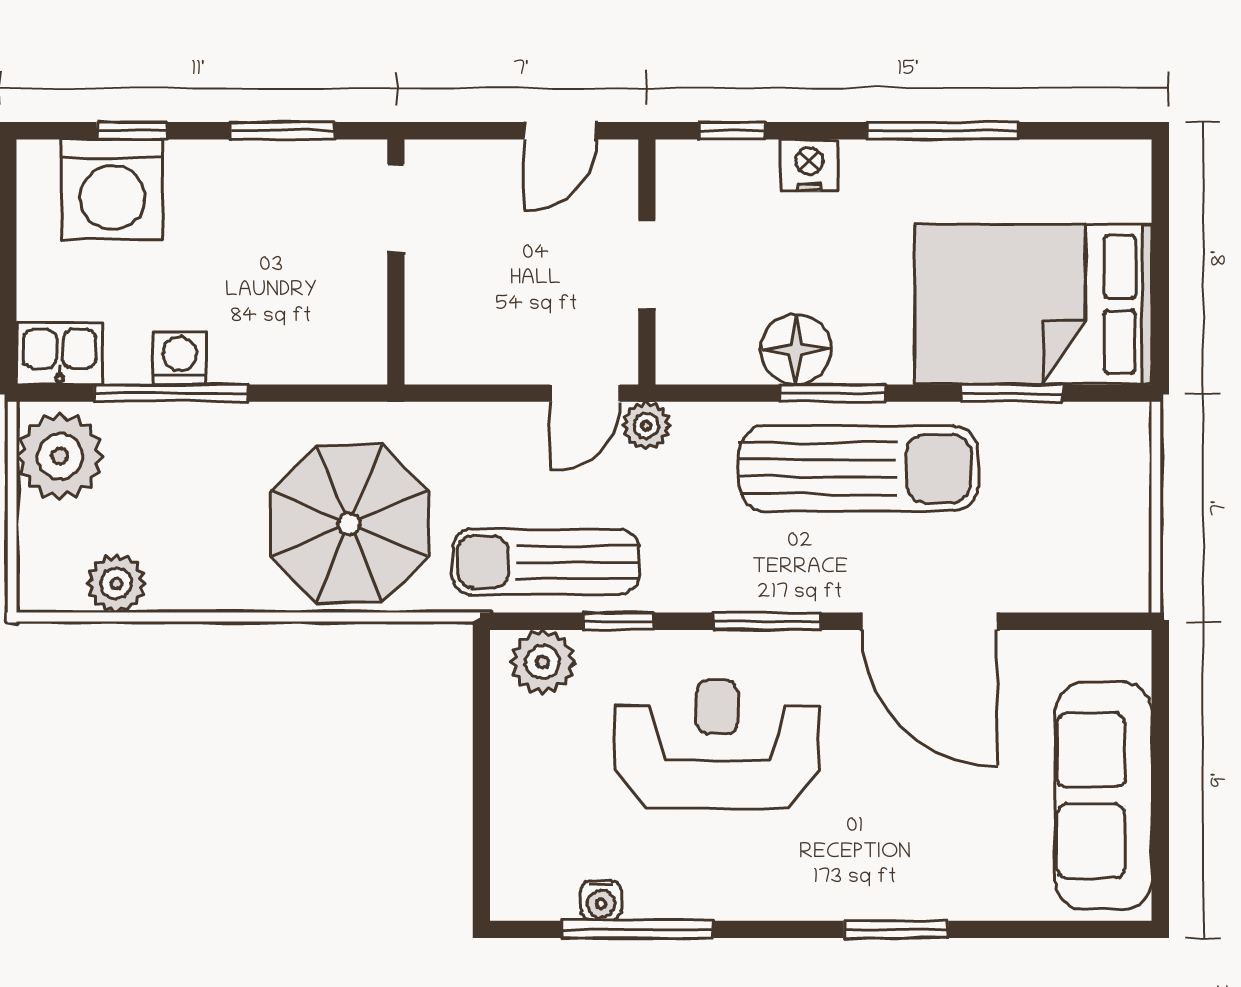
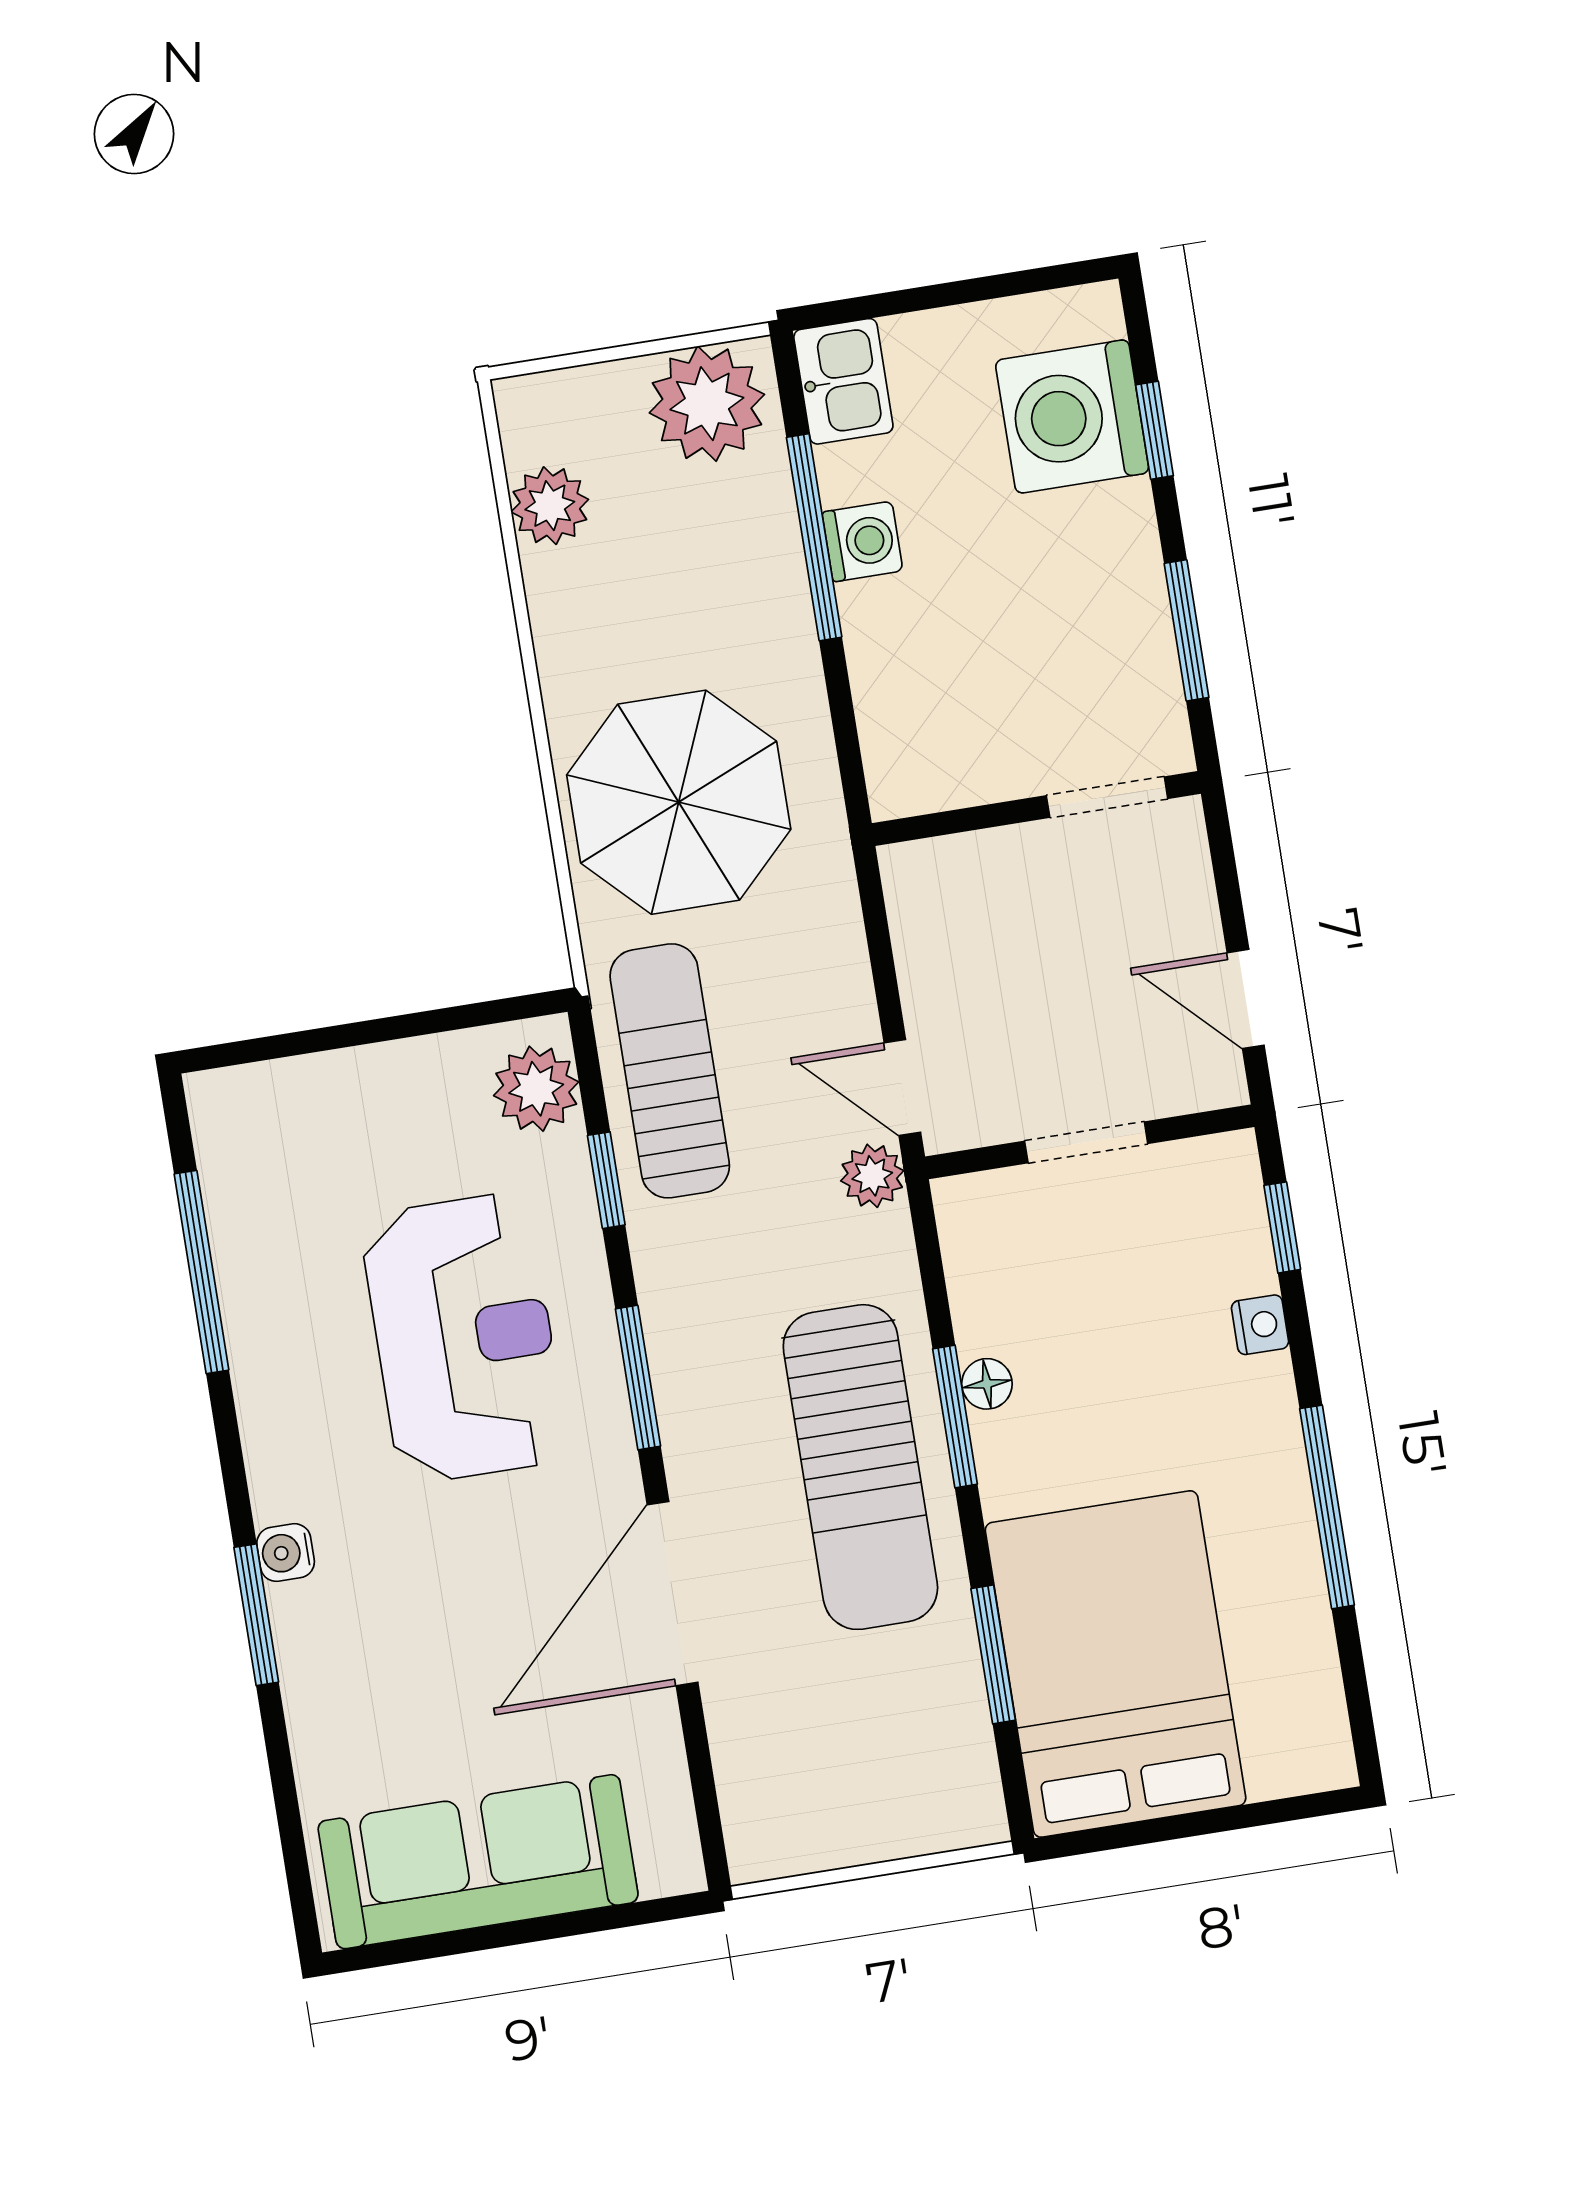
nightstand: (809, 165) -> (1260, 1325), width x0.72, depth x0.74
floor lamp: (796, 349) -> (987, 1384), width x0.53, depth x0.53
water cooler: (601, 901) -> (286, 1553), moved

